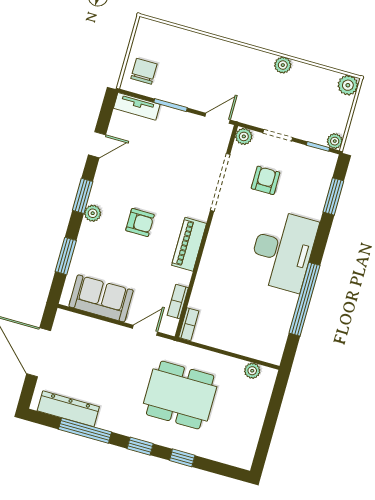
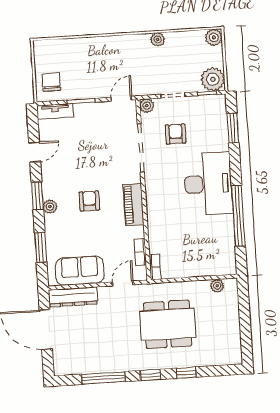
plant: (335, 141) -> (213, 79), width x1.87, depth x1.87
armchair: (140, 223) -> (89, 201), turned -90
dresser: (68, 409) -> (73, 297), moved, turned 180

